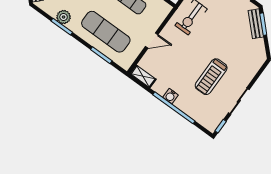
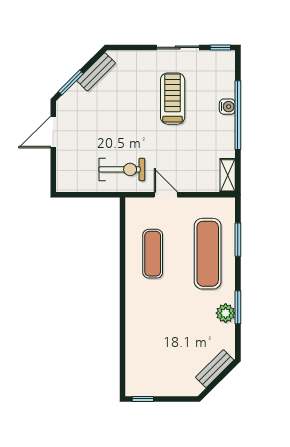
bench: (256, 24) -> (96, 72), moved
door: (152, 40) -> (166, 195), moved
treadmill: (211, 77) -> (173, 99), turned -90
water cooler: (171, 96) -> (227, 107), moved

